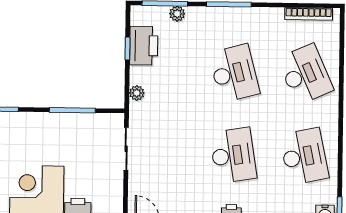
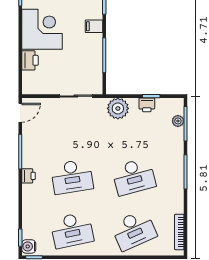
plant: (177, 14) -> (178, 121), moved
printer: (144, 46) -> (147, 105), width x0.53, depth x0.68
plant: (137, 93) -> (118, 108), width x1.87, depth x1.87
filing cabinet: (34, 123) -> (94, 26), added

